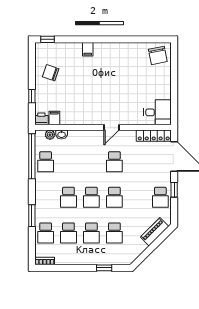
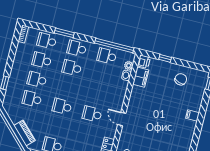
filing cabinet: (54, 118) -> (141, 77), width x2.00
school desk: (91, 197) -> (77, 48), moved

